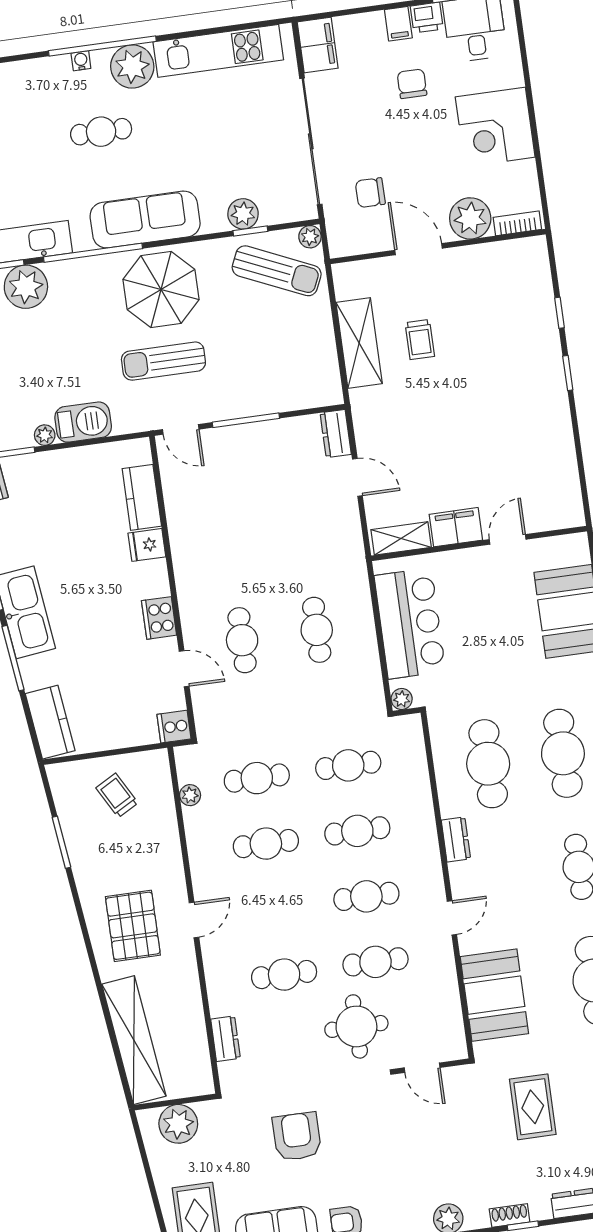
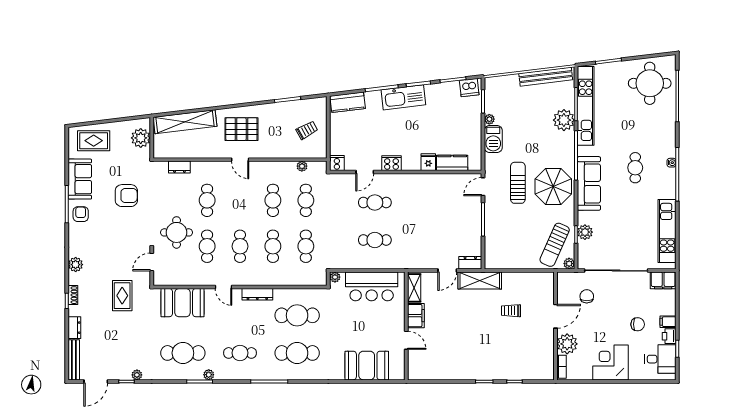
plant: (132, 66) -> (665, 188), removed
shelving: (359, 343) -> (480, 281), moved
dresser: (456, 839) -> (257, 294), width x1.44
rug: (533, 1107) -> (122, 296), moved, turned 90

